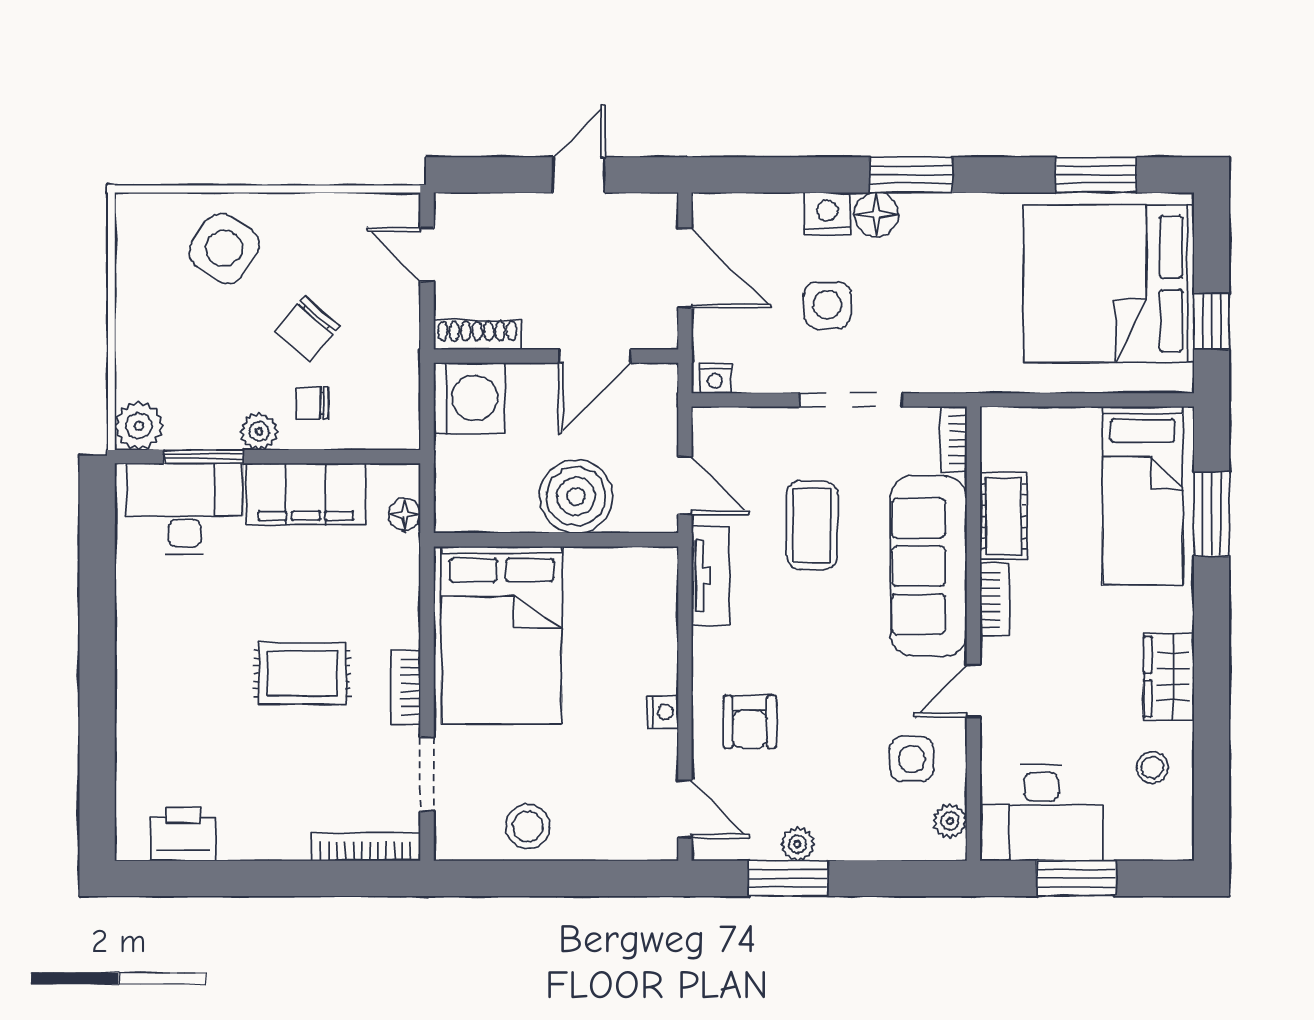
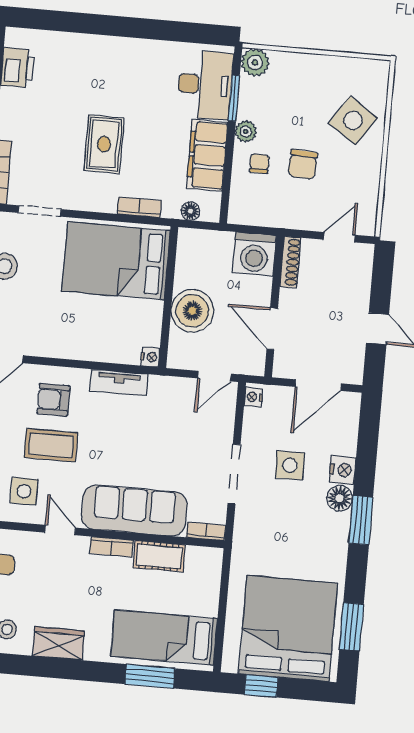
chair: (307, 328) -> (303, 164), turned -128
door: (685, 485) -> (214, 376), moved
coffee table: (812, 525) -> (51, 445), moved
tv unit: (710, 576) -> (119, 382), moved
bookcase: (406, 687) -> (139, 207), moved
nightstand: (663, 712) -> (150, 357), moved, turned -90

